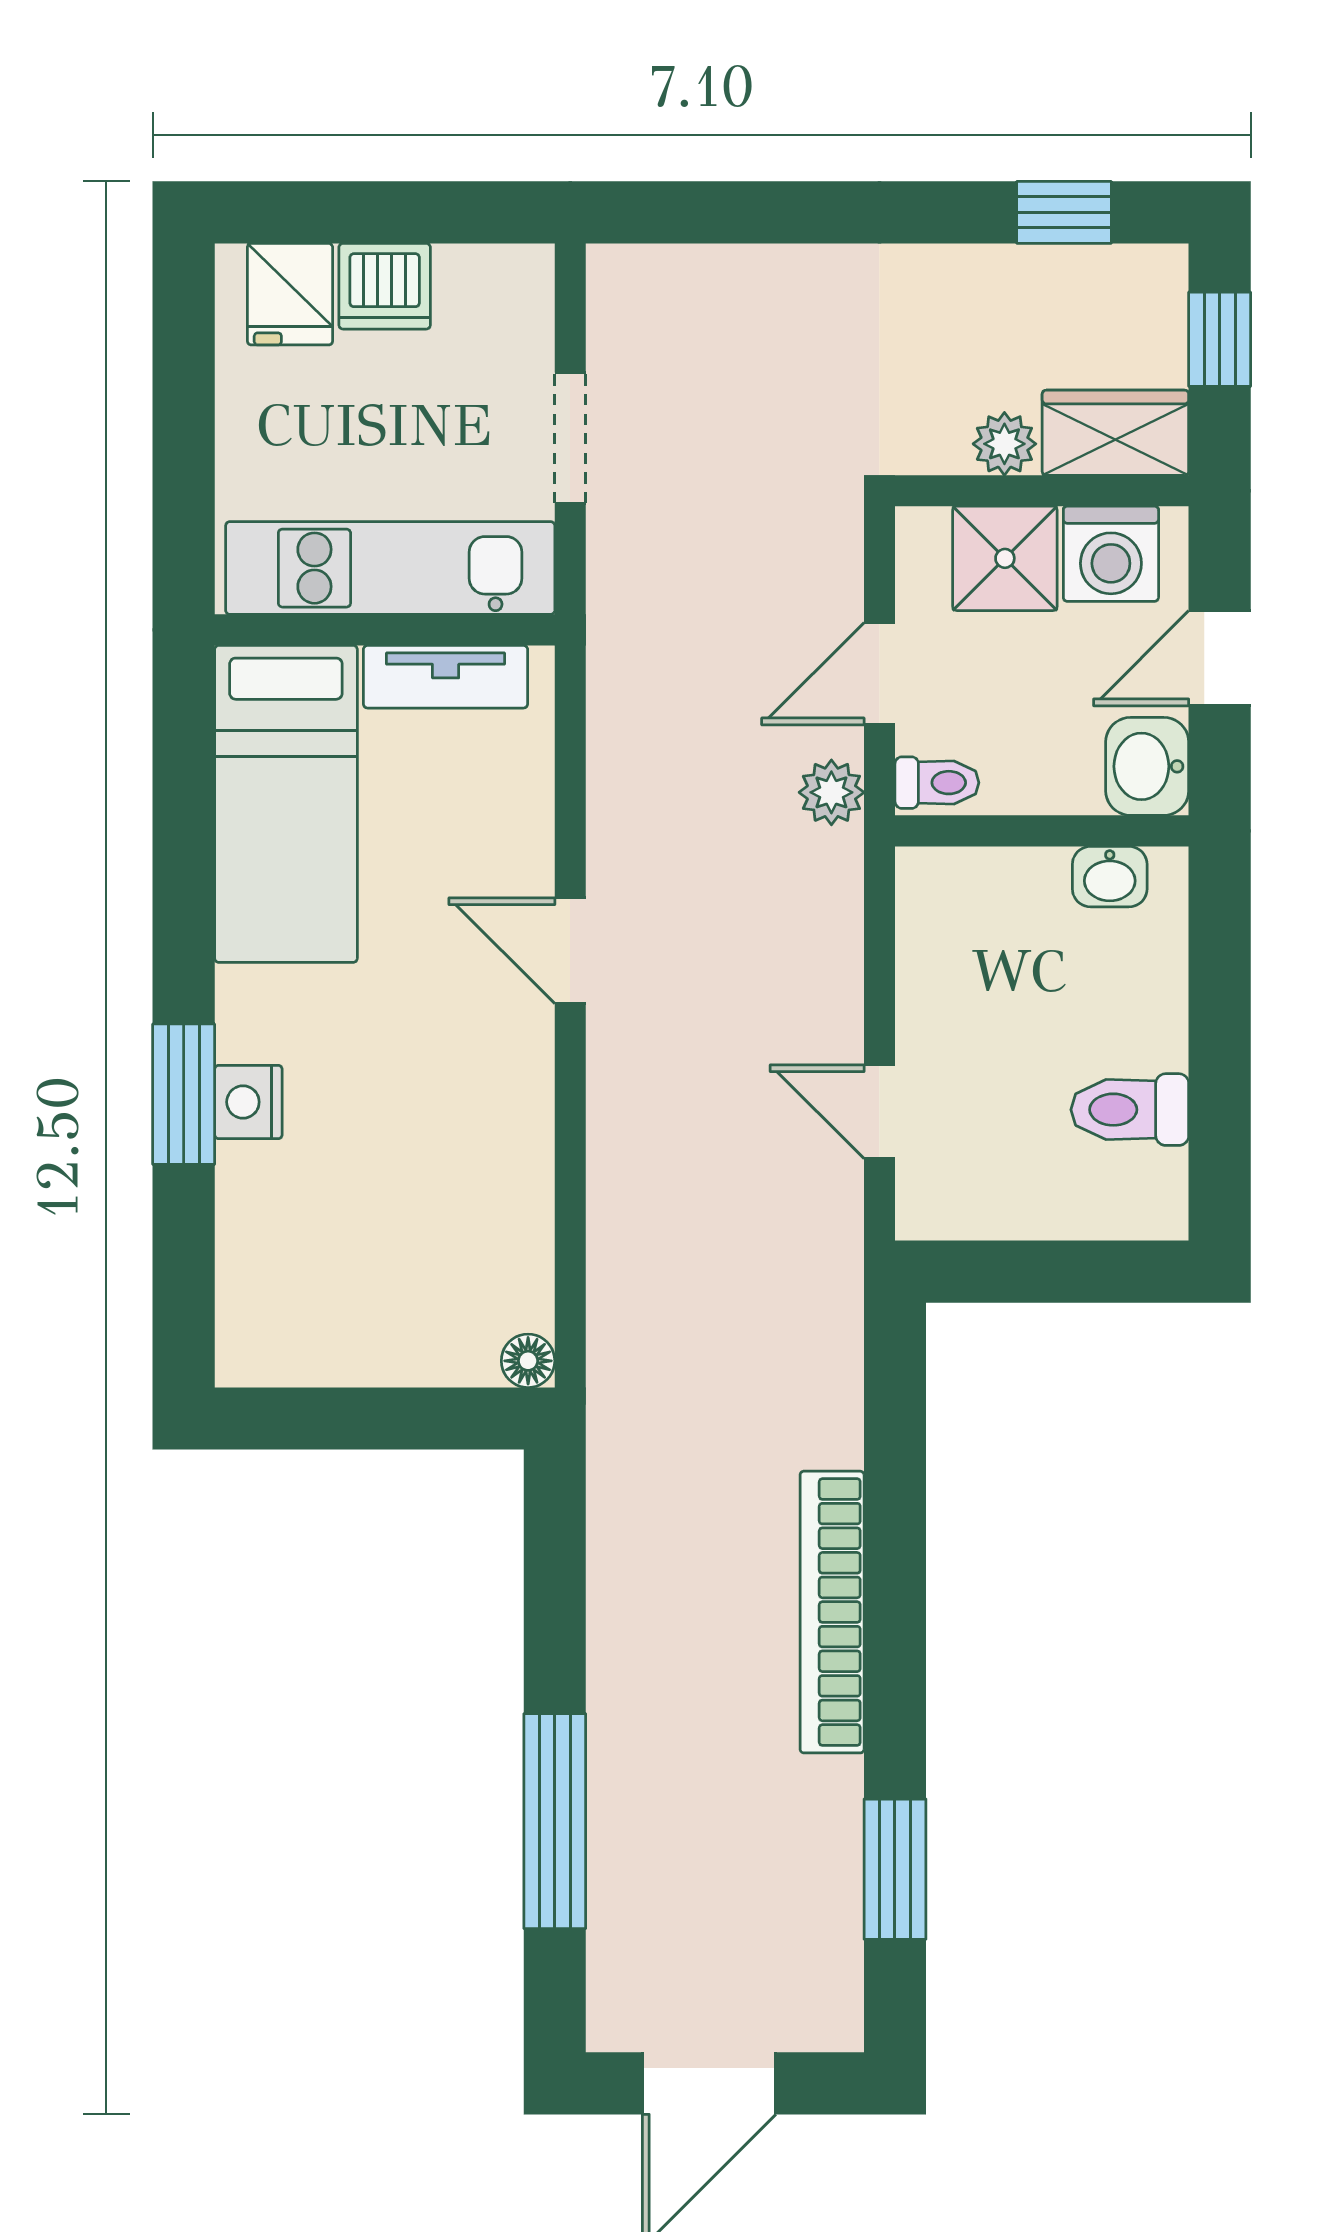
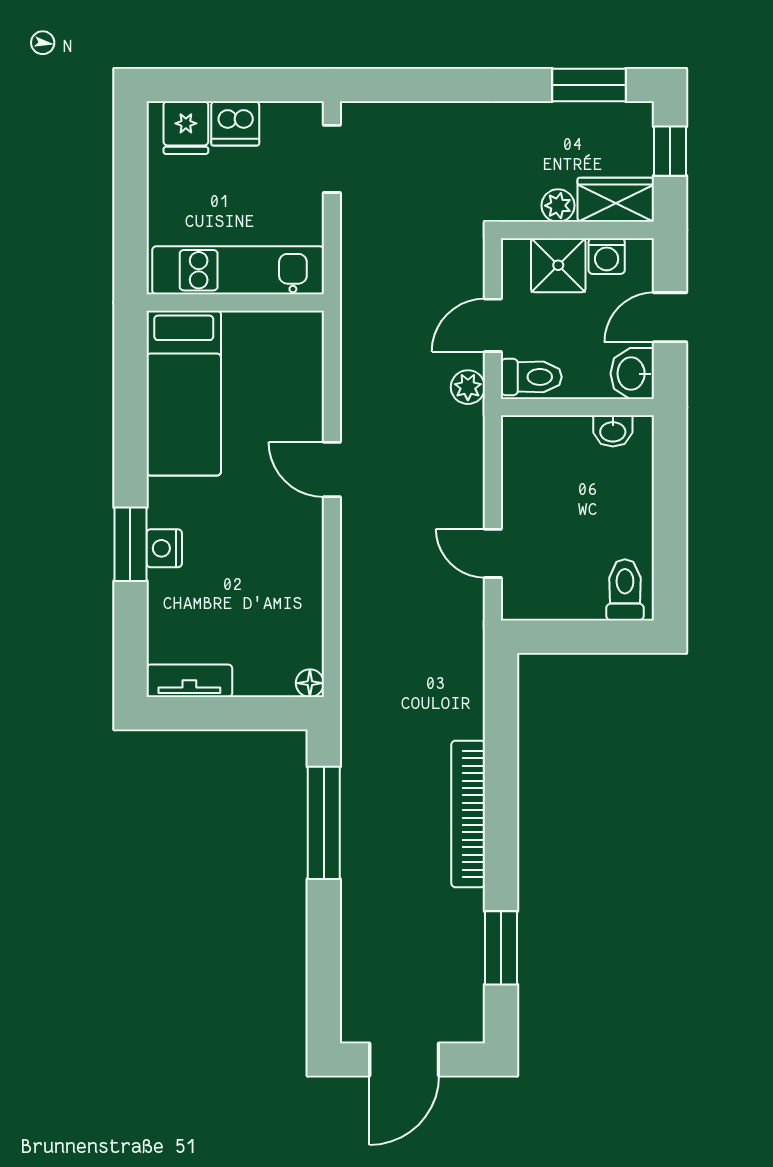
window: (1064, 212) -> (589, 85), width x1.50
doorway: (570, 438) -> (332, 159), moved
washing machine: (1111, 554) -> (607, 256), width x0.73, depth x0.73
tv unit: (446, 677) -> (189, 681), moved, turned 180
toilet: (937, 783) -> (531, 377), width x1.37, depth x1.39
toilet: (1130, 1110) -> (625, 590), moved, turned 90
window: (555, 1821) -> (324, 823), moved

